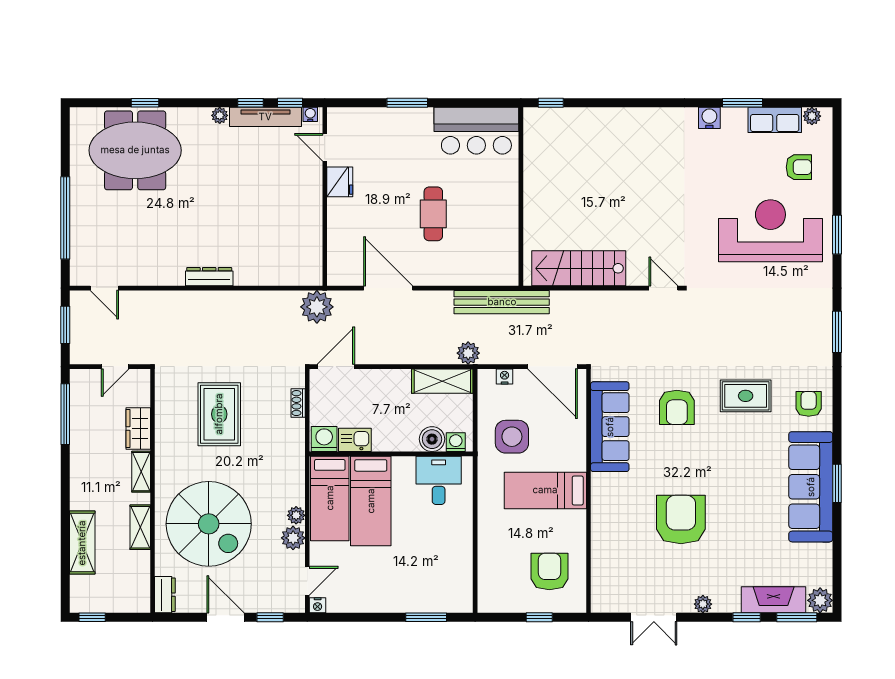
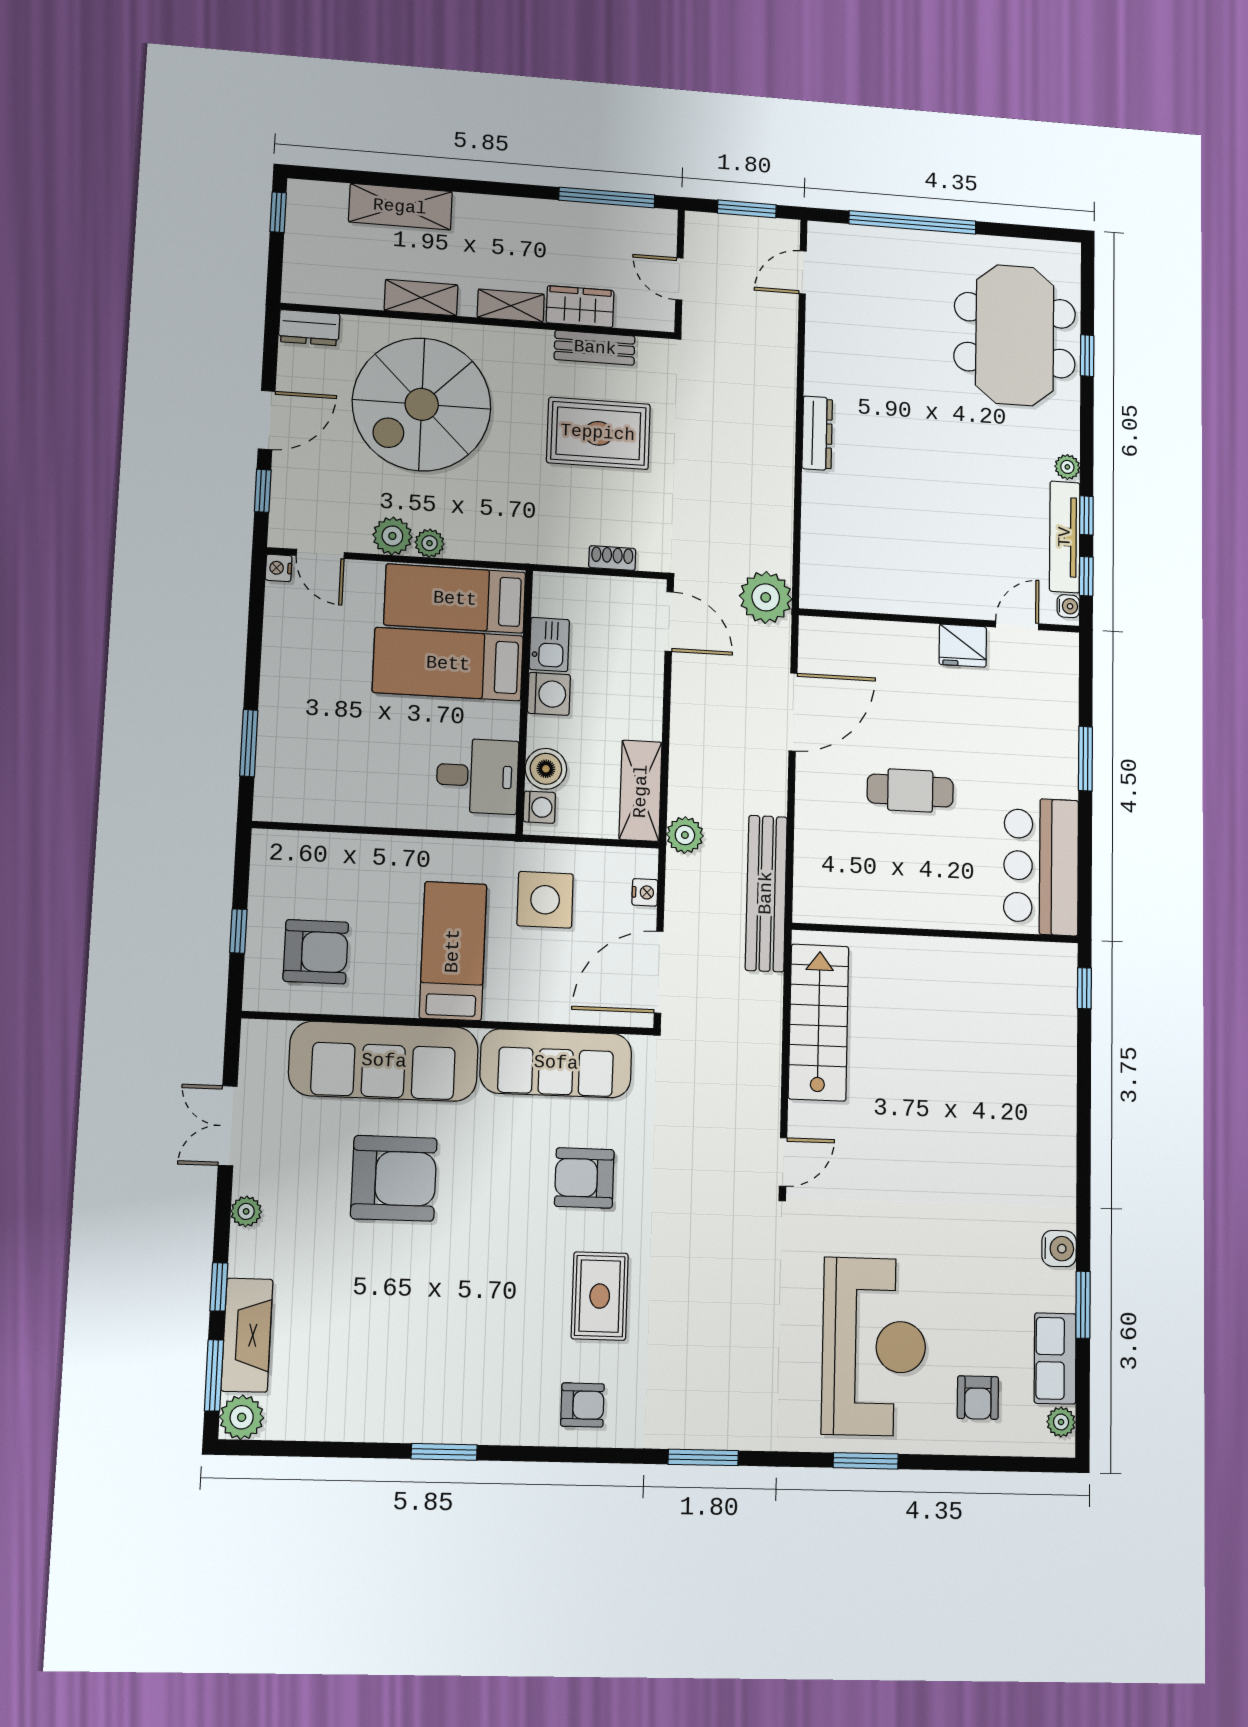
bench: (164, 419) -> (595, 348), added
washing machine: (324, 439) -> (549, 694), moved
sofa: (811, 487) -> (384, 1061), moved, turned 180

